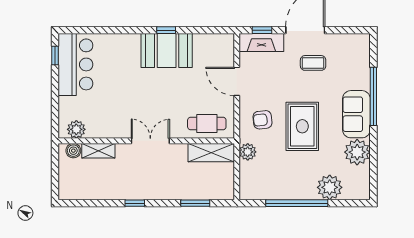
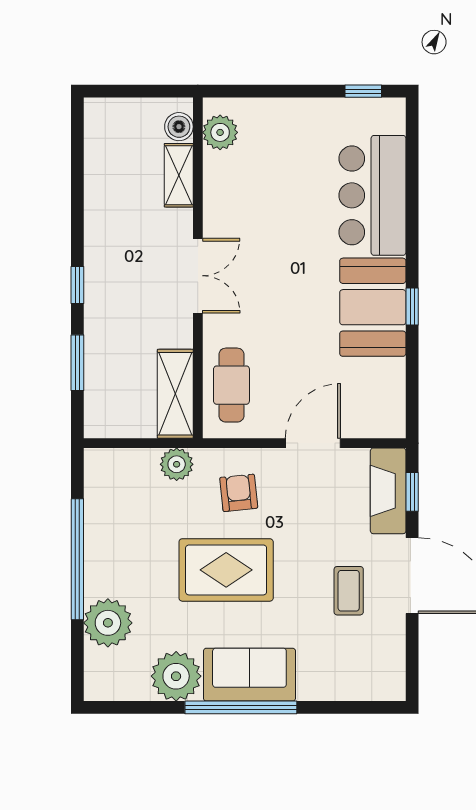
bar counter: (75, 64) -> (372, 195), moved, turned 90
window: (373, 96) -> (241, 707), moved
window: (135, 203) -> (77, 285), moved

